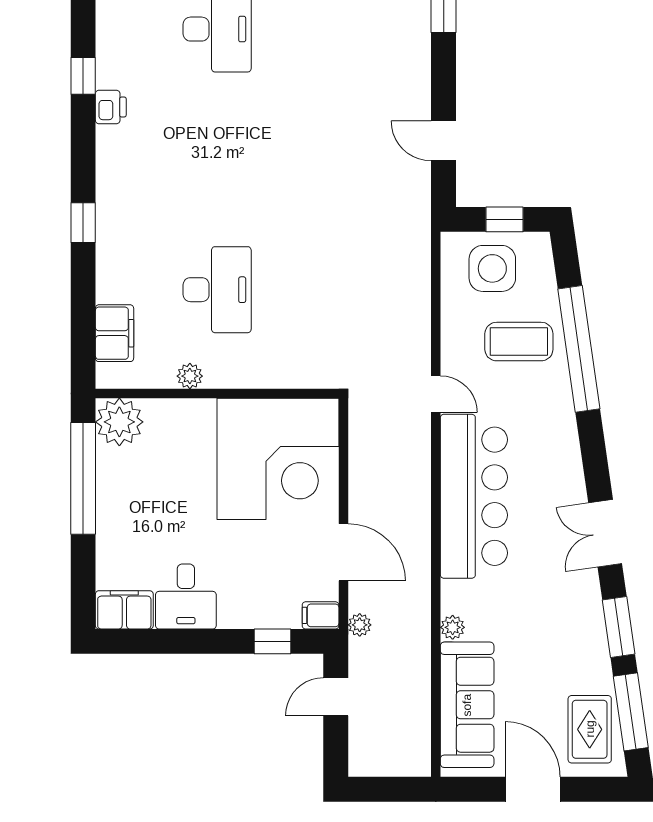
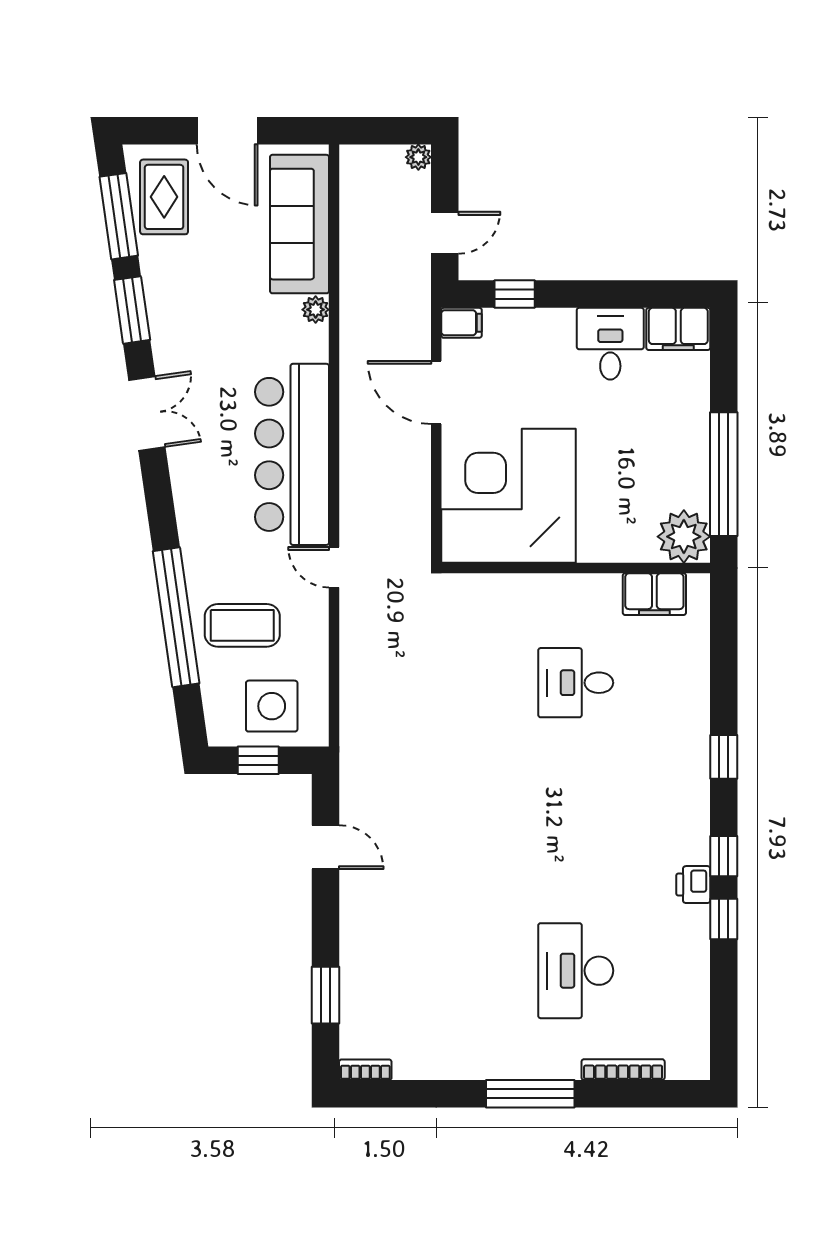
window: (83, 133) -> (724, 856), added
desk: (217, 290) -> (576, 683), width x0.73
filing cabinet: (114, 333) -> (654, 594), moved, turned -90
plant: (190, 376) -> (606, 587), removed
plant: (360, 625) -> (418, 157), moved

